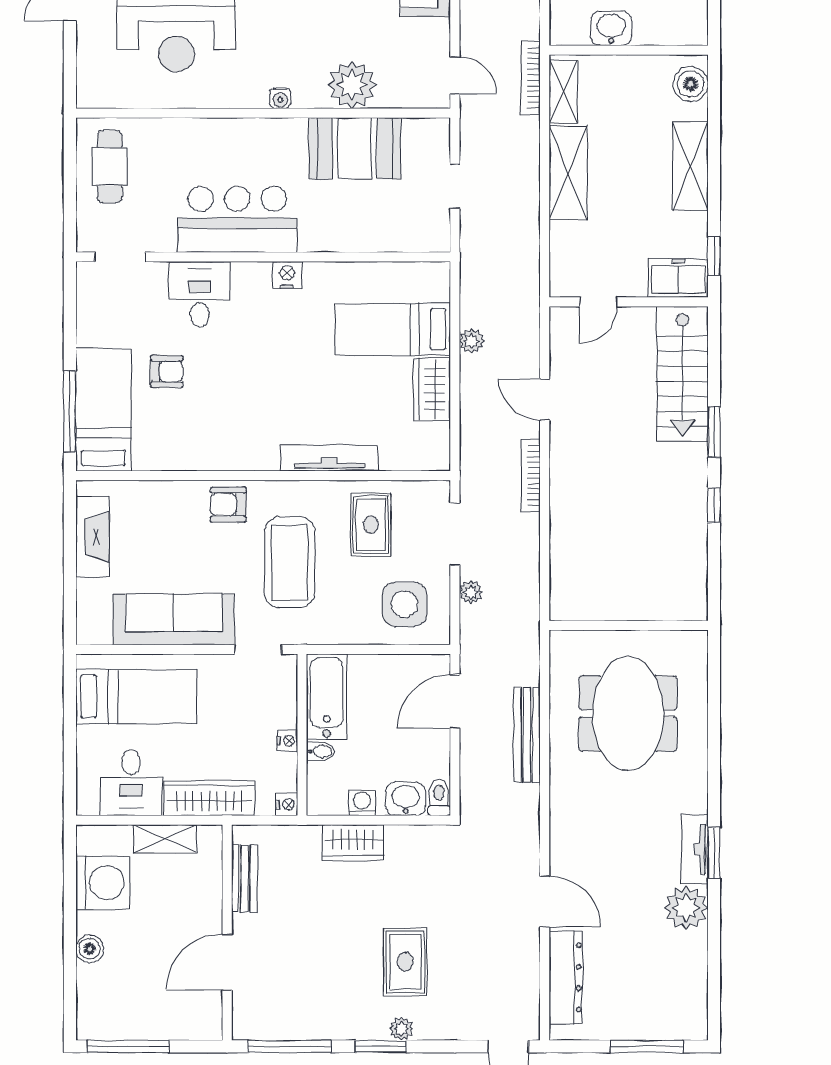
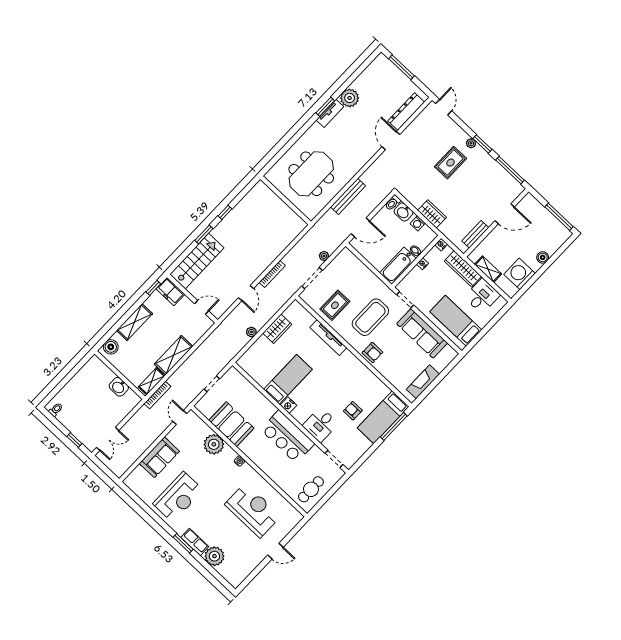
bed: (393, 329) -> (288, 379), moved, turned -90
side table: (404, 604) -> (348, 271), removed

